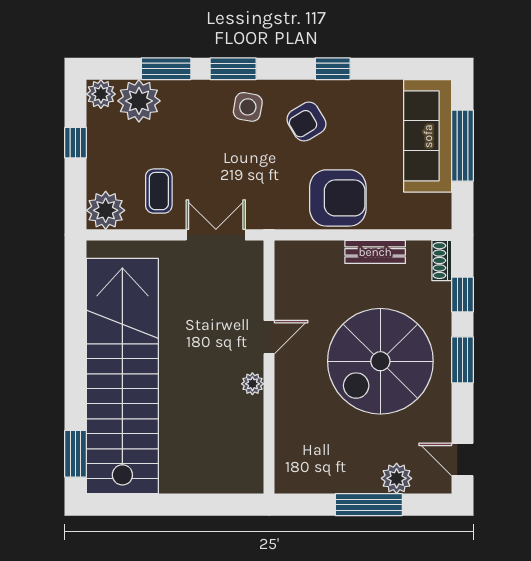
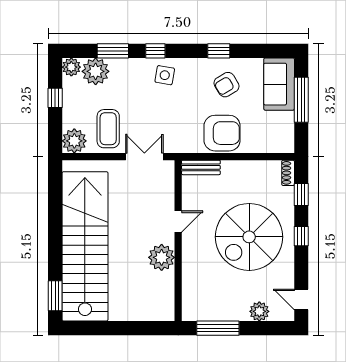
window: (233, 69) -> (155, 51), width x0.67
armchair: (306, 122) -> (227, 85), moved
sofa: (428, 136) -> (279, 84), width x0.73
coffee table: (159, 191) -> (108, 129), width x1.36, depth x1.30
bench: (375, 252) -> (201, 167), moved
window: (462, 360) -> (301, 236), width x0.67
plant: (252, 384) -> (162, 257), width x1.88, depth x1.88
window: (369, 505) -> (218, 328), moved

